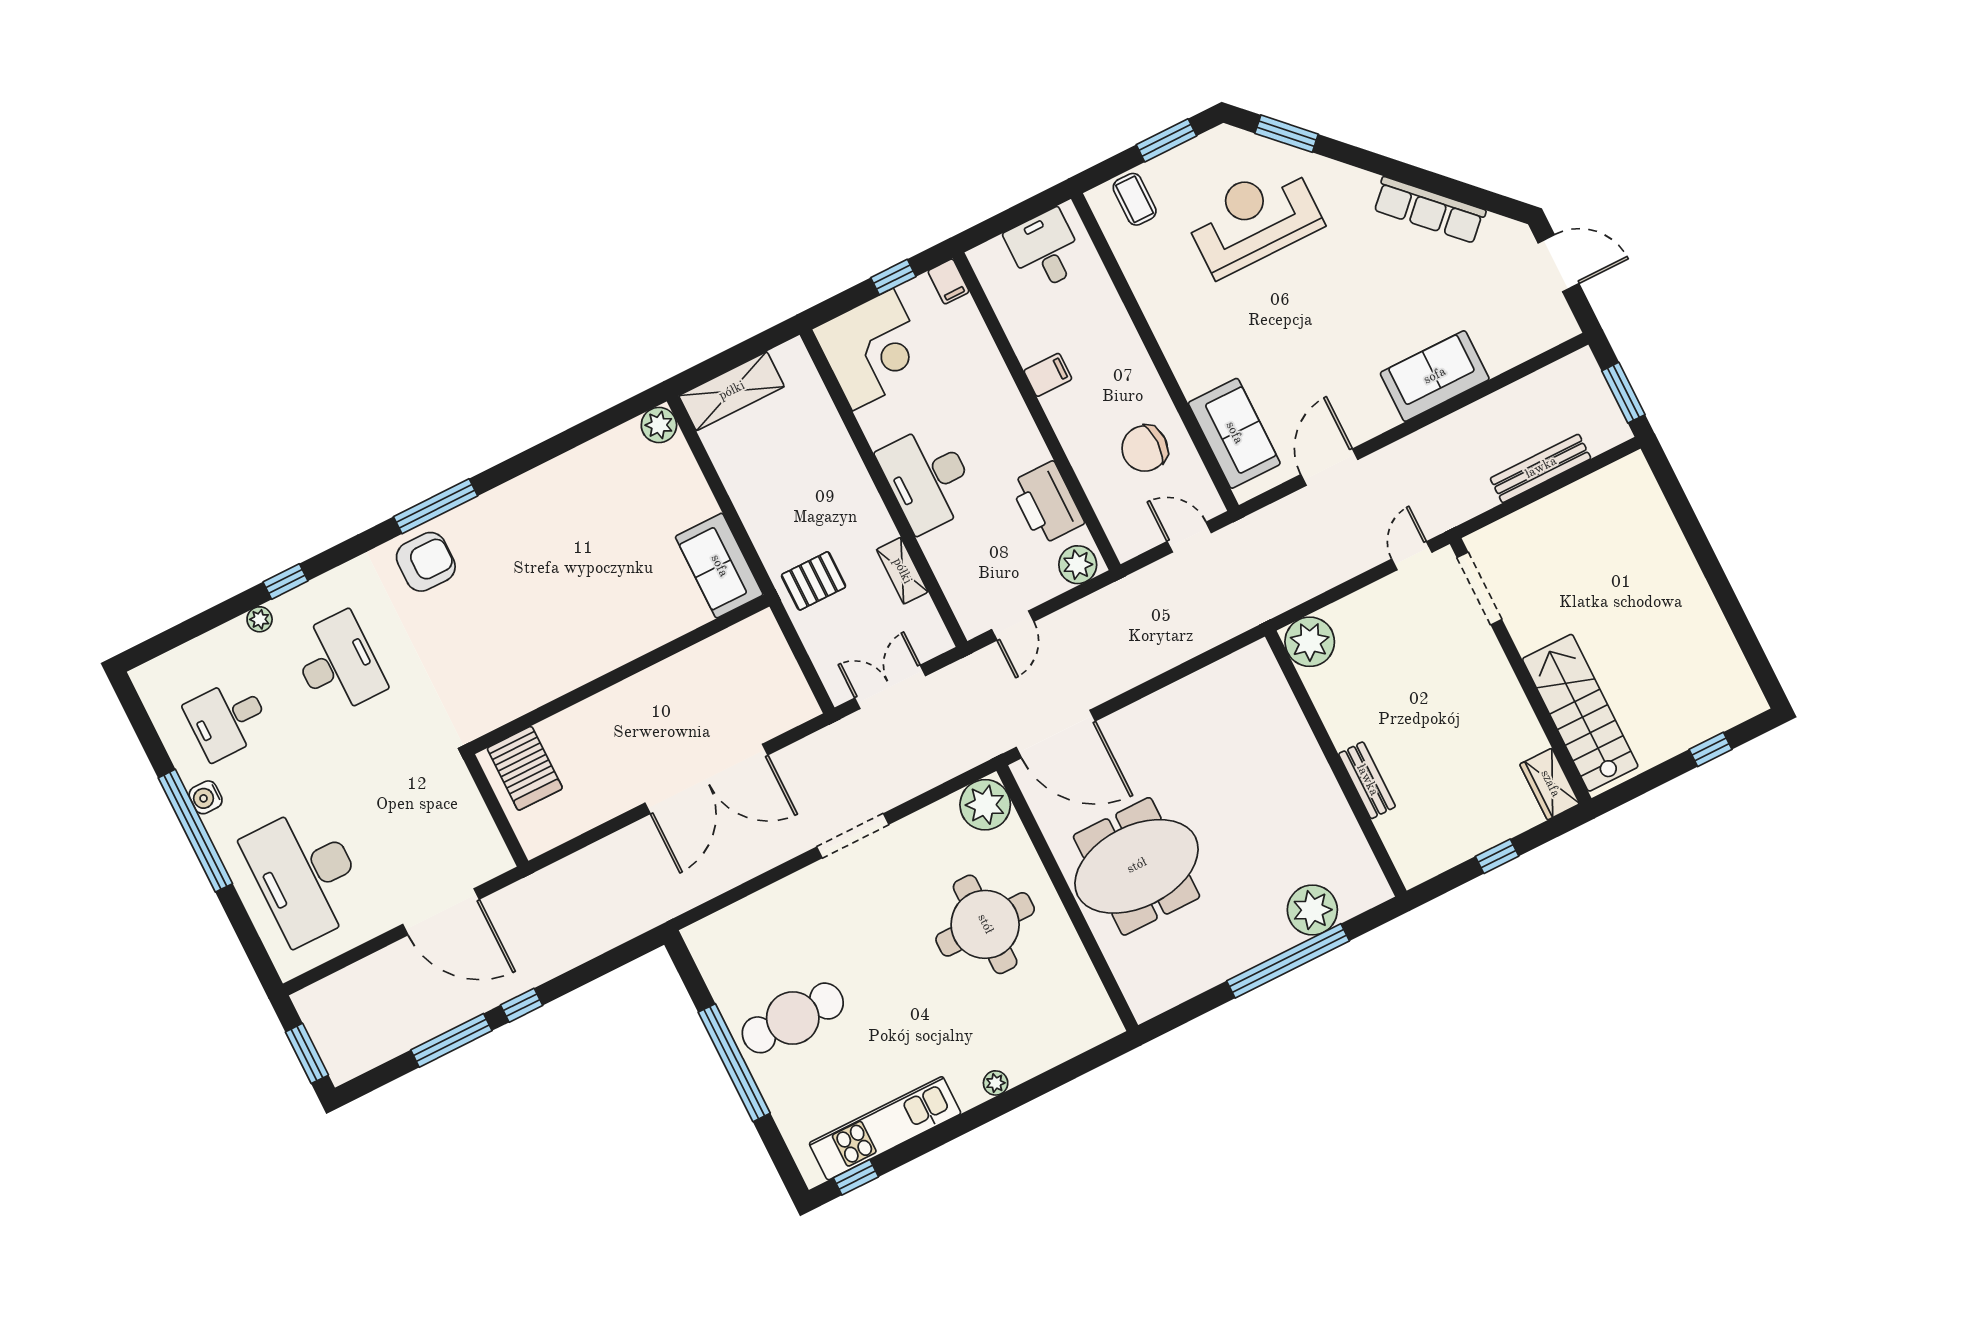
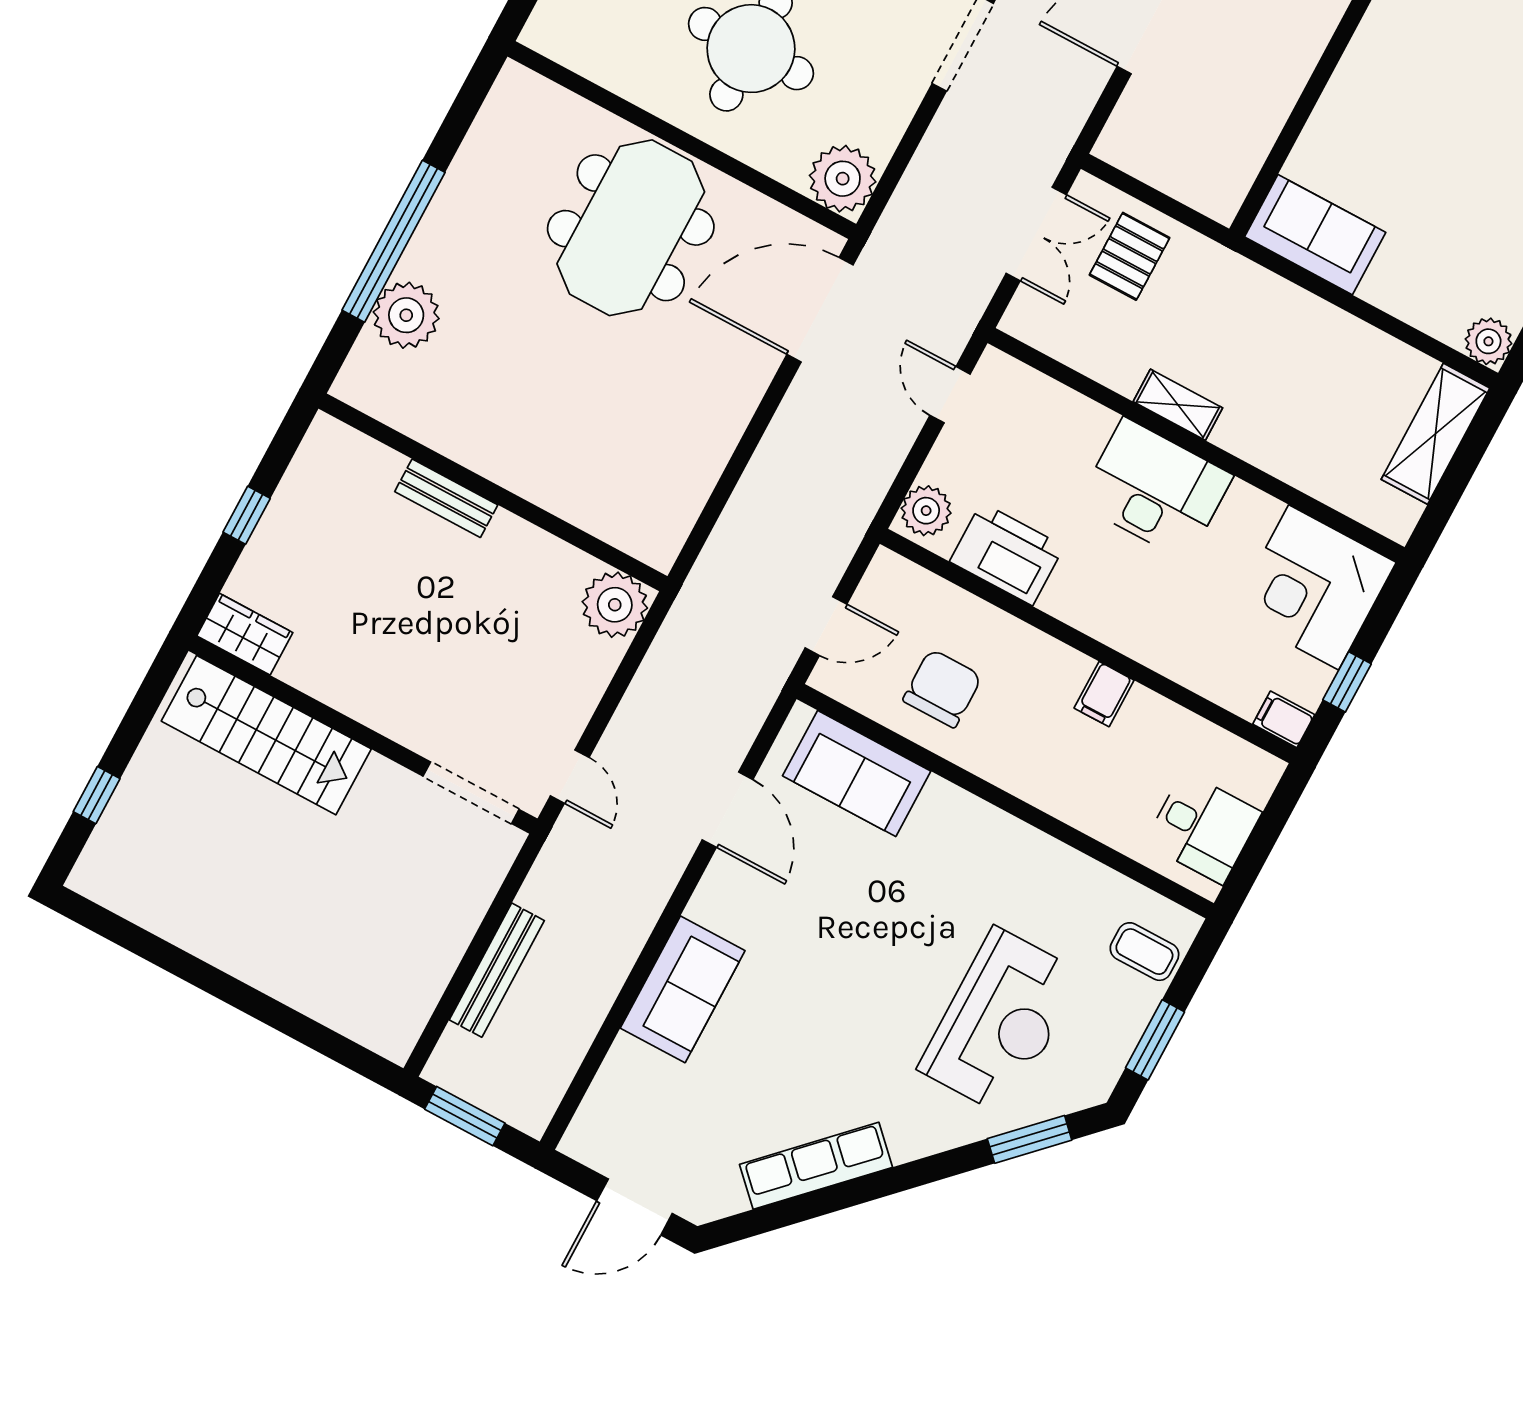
shelving: (902, 571) -> (1178, 405), moved
pallet: (814, 581) -> (1130, 256), moved

